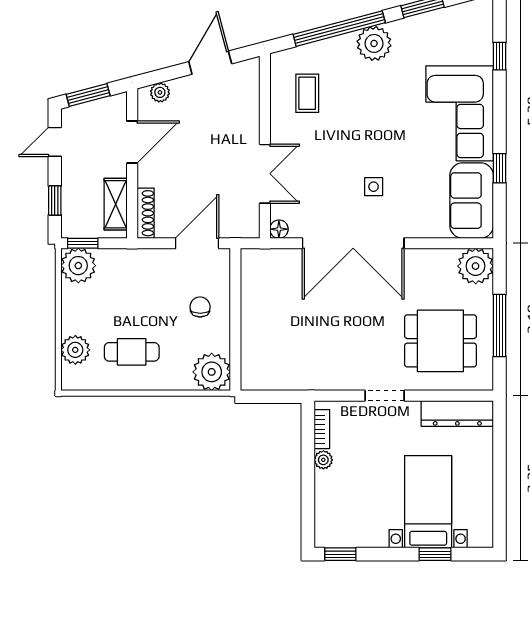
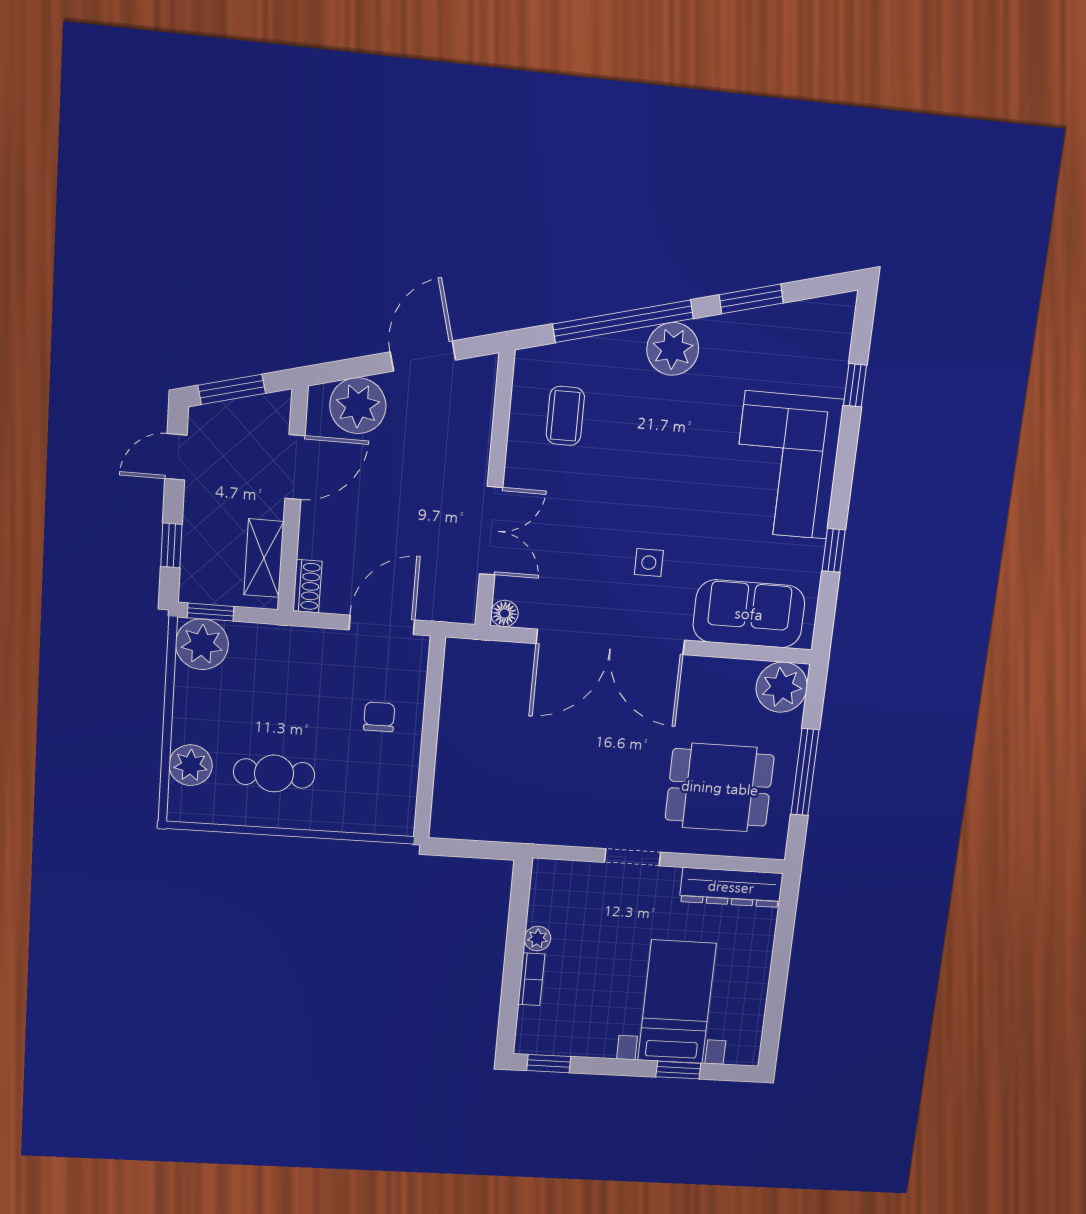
plant: (160, 92) -> (358, 406), width x1.88, depth x1.88
sofa: (472, 201) -> (749, 614), moved, turned 90
shoe rack: (146, 213) -> (307, 586), width x0.70
plant: (212, 372) -> (389, 809), removed
bookcase: (322, 429) -> (531, 979), moved

